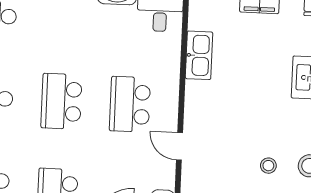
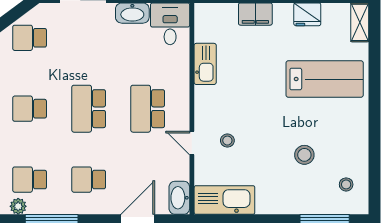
stool: (268, 166) -> (227, 141), moved

